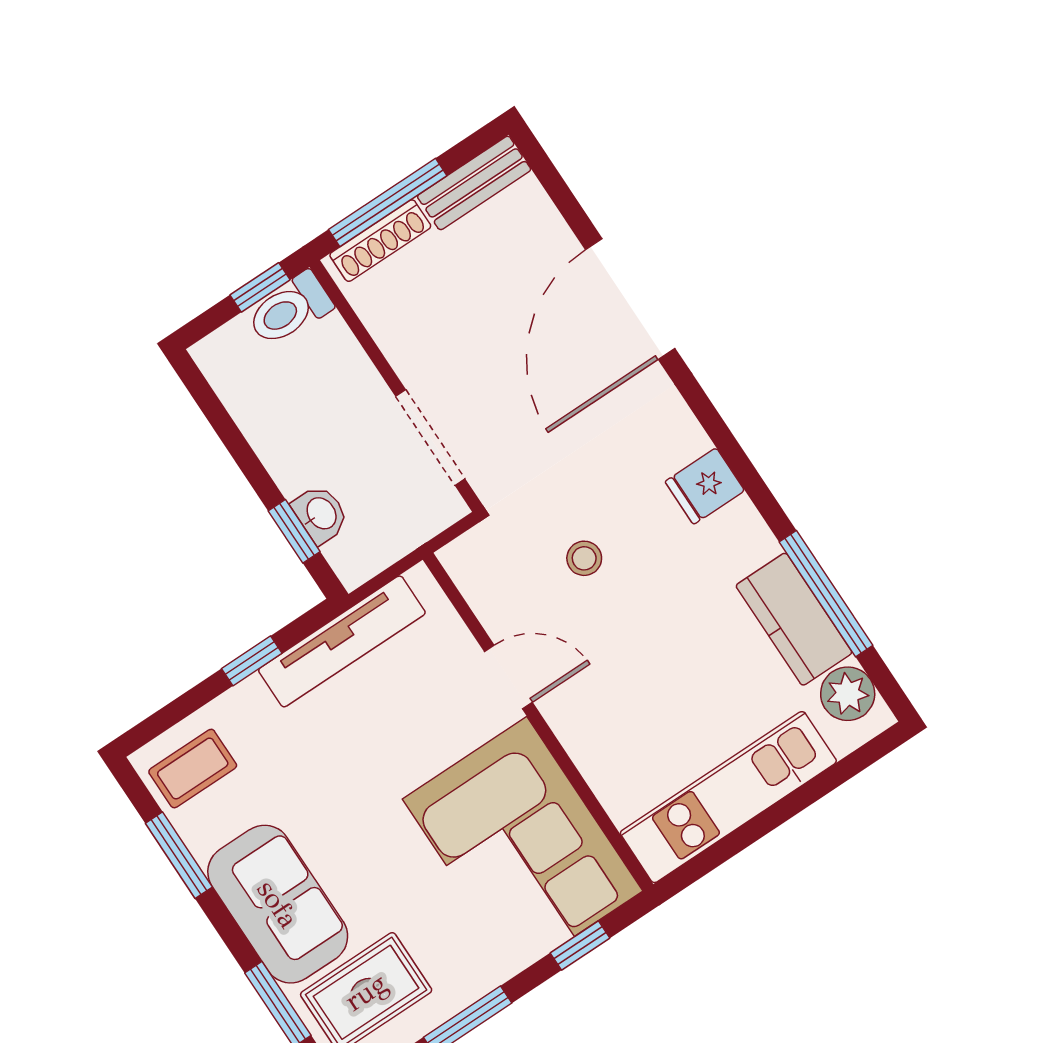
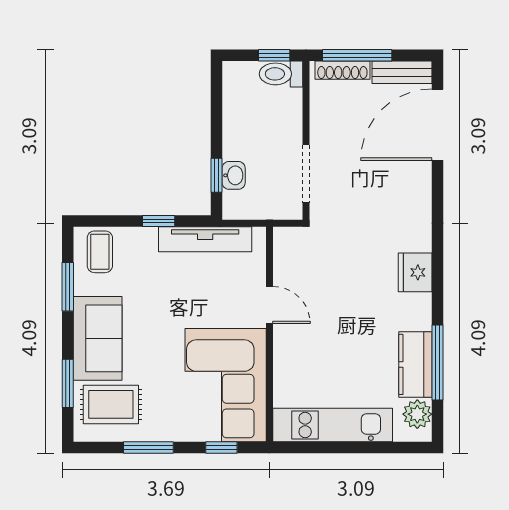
door: (630, 299) -> (437, 125), moved
fridge: (705, 486) -> (415, 272), width x1.38
stool: (584, 558) -> (339, 274), removed
coffee table: (193, 769) -> (100, 252), turned 90

